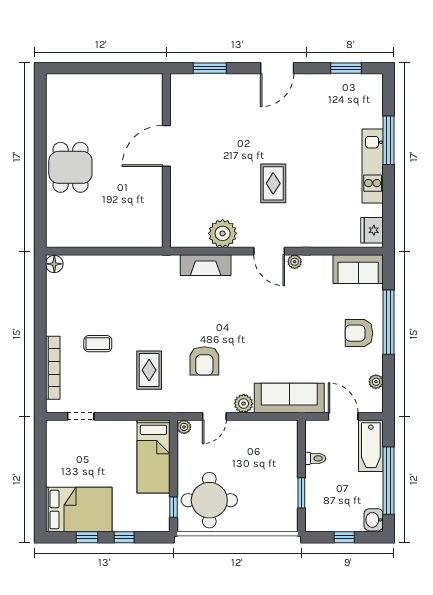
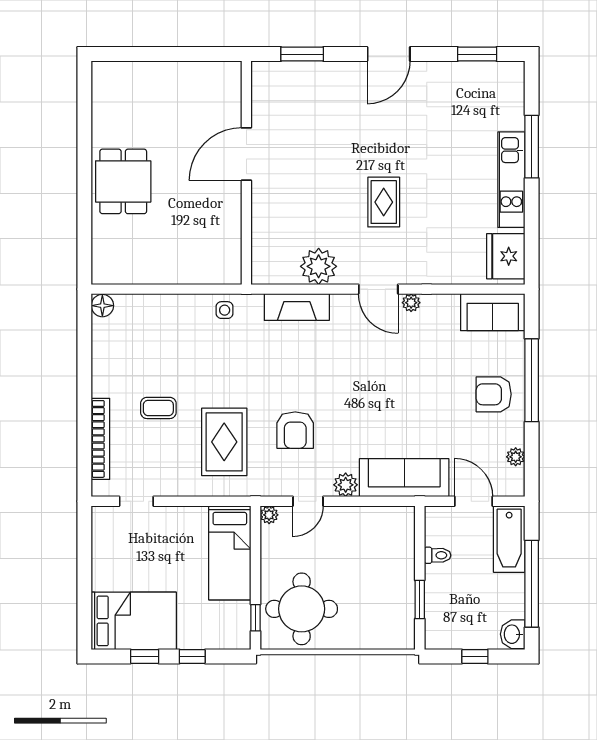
fridge: (372, 230) -> (506, 256), width x1.36, depth x1.34
side table: (149, 267) -> (225, 310), added
rug: (149, 370) -> (224, 442), width x1.36, depth x1.43

